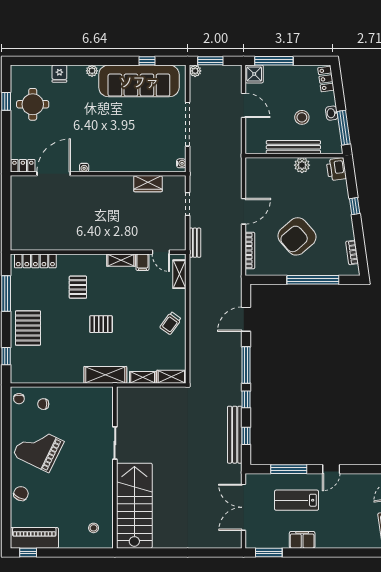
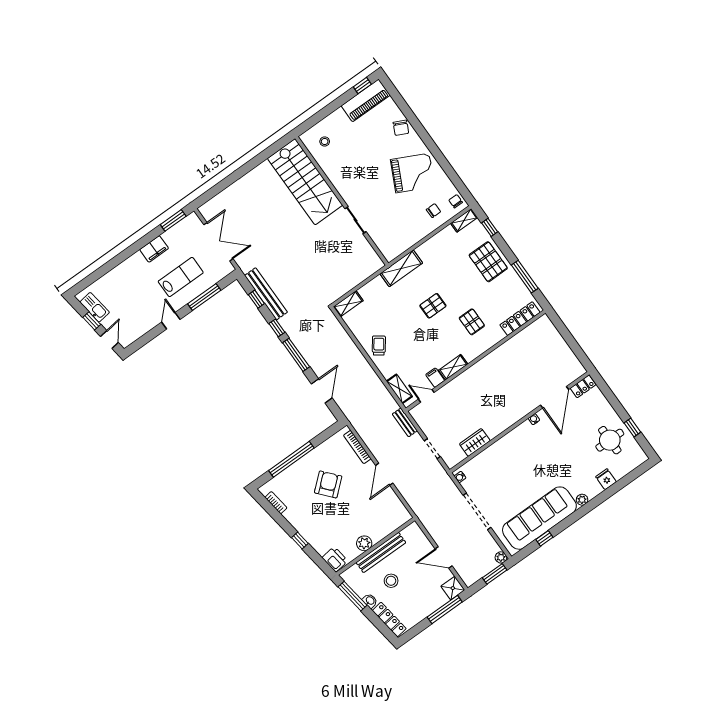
locker: (326, 79) -> (389, 620), width x1.53
armchair: (297, 236) -> (328, 484), width x0.73, depth x0.73
shelving: (143, 377) -> (464, 220), moved

